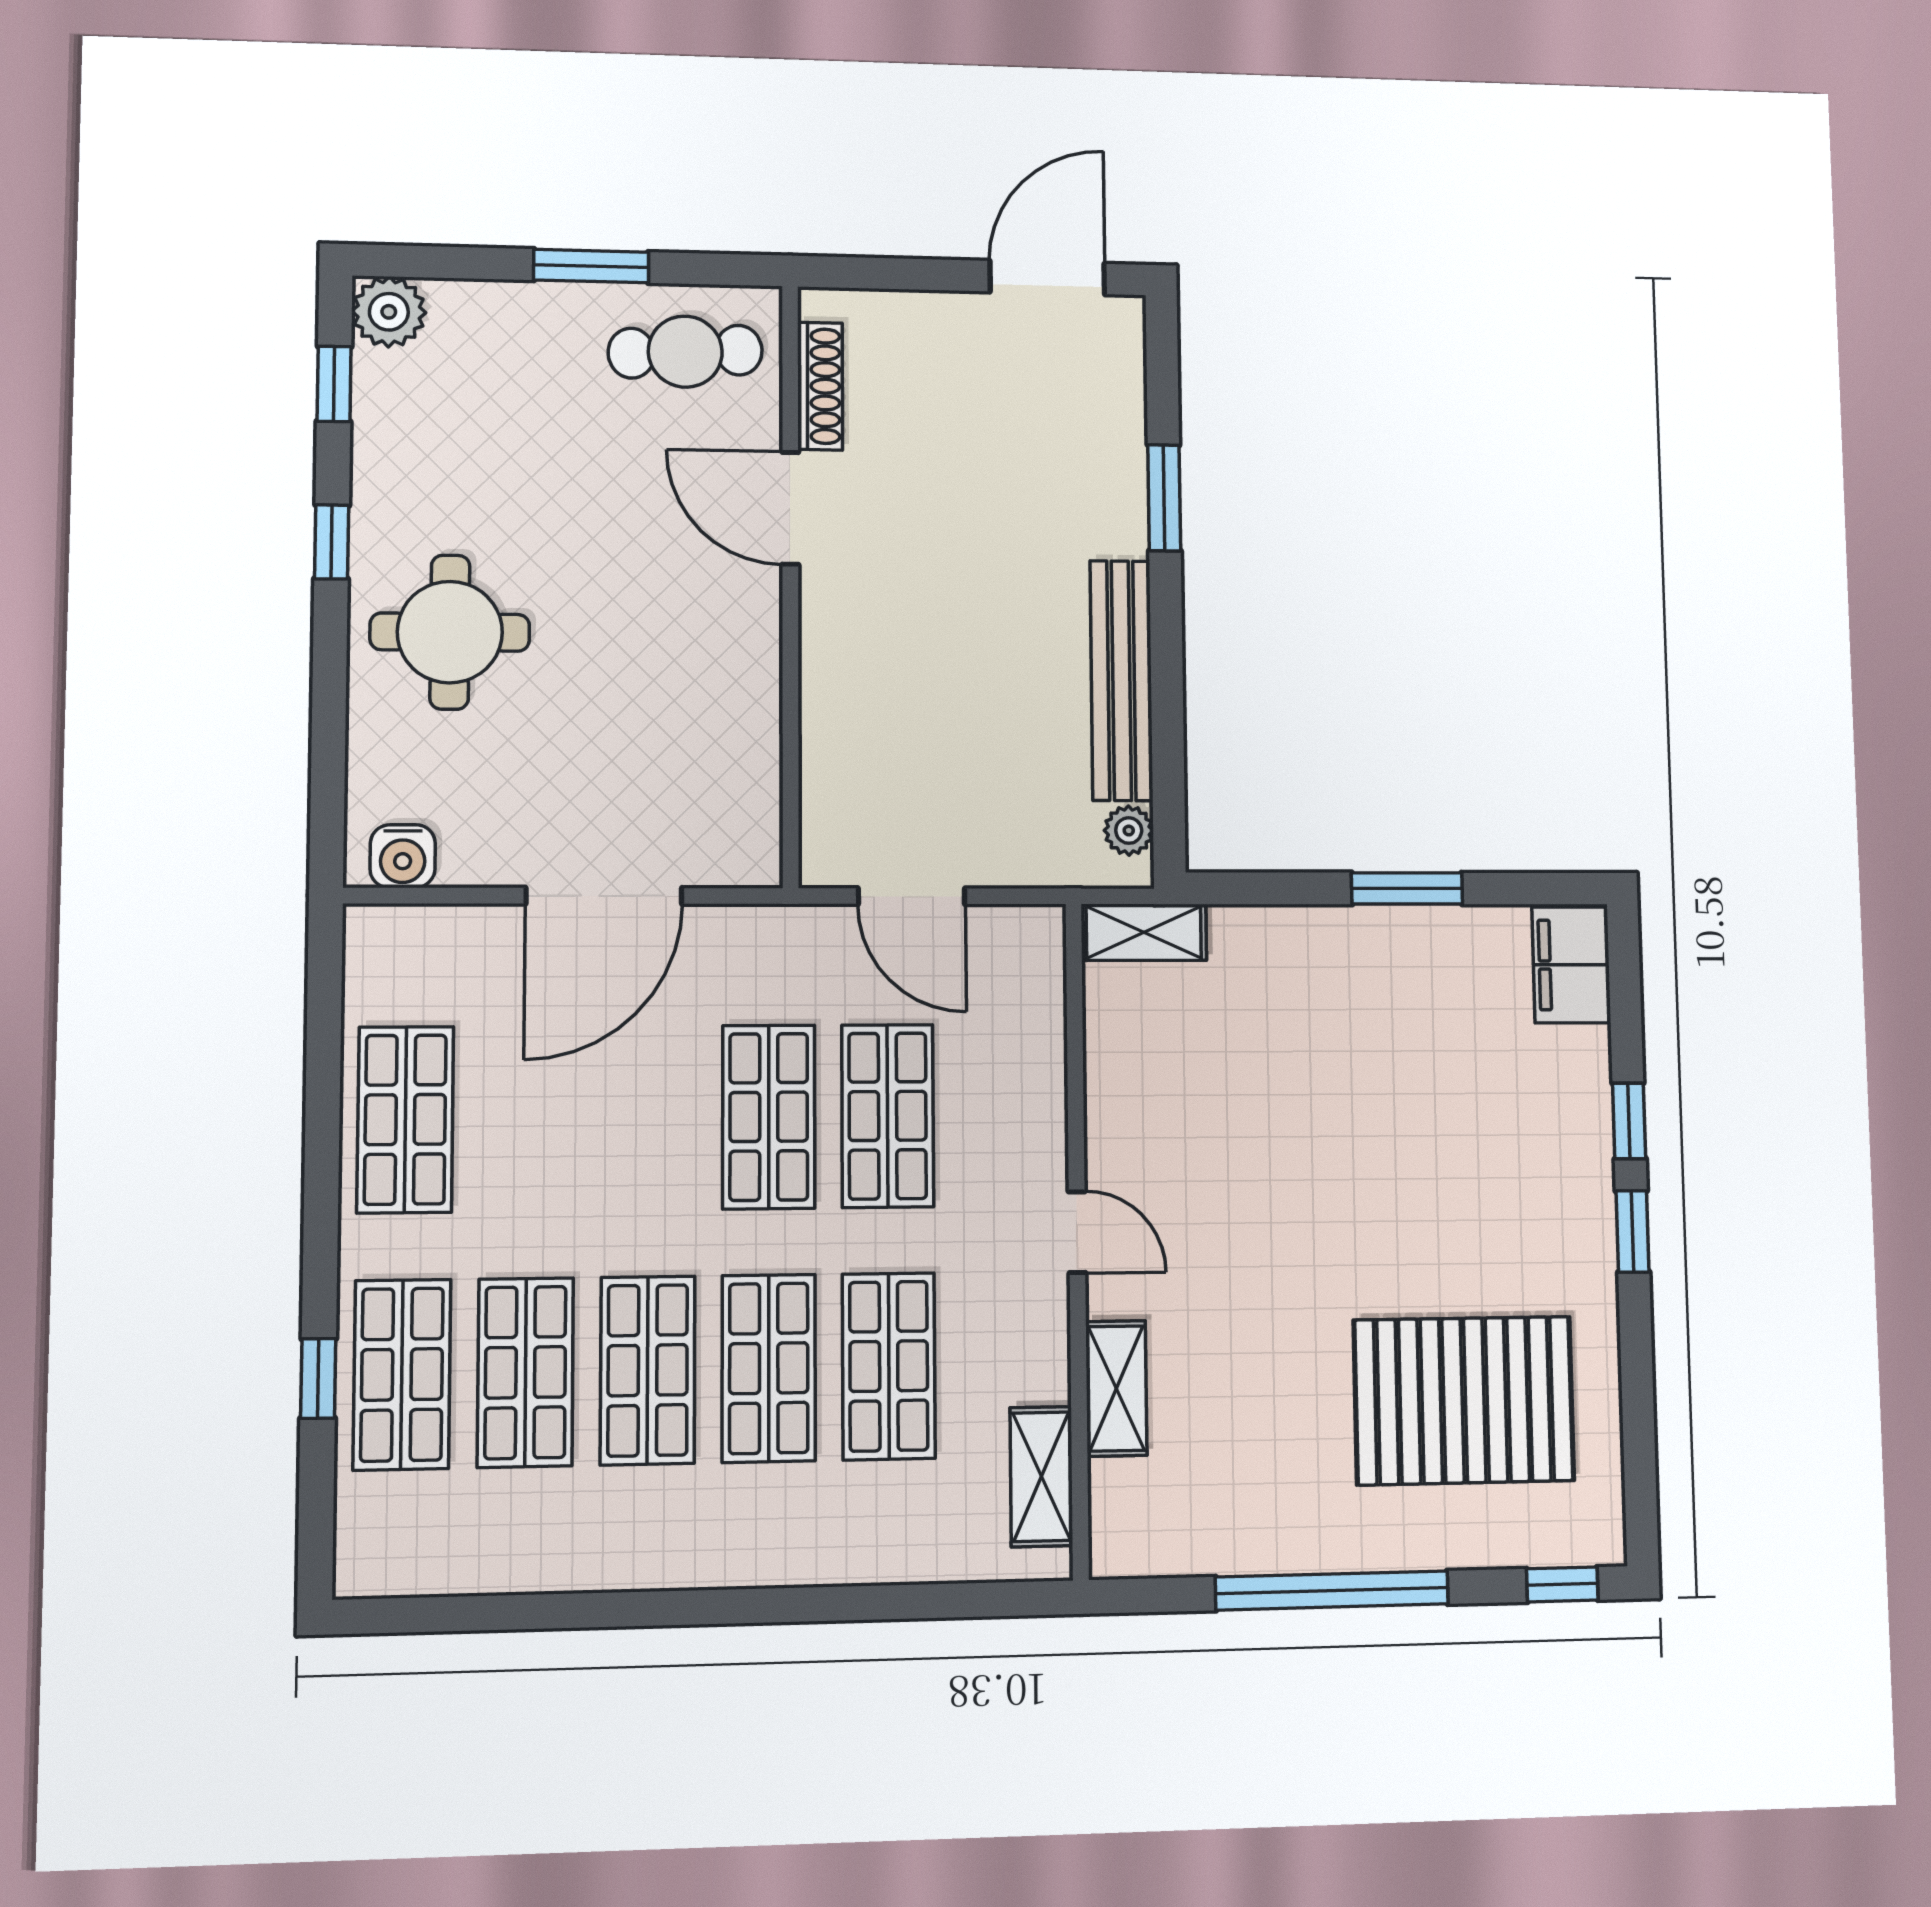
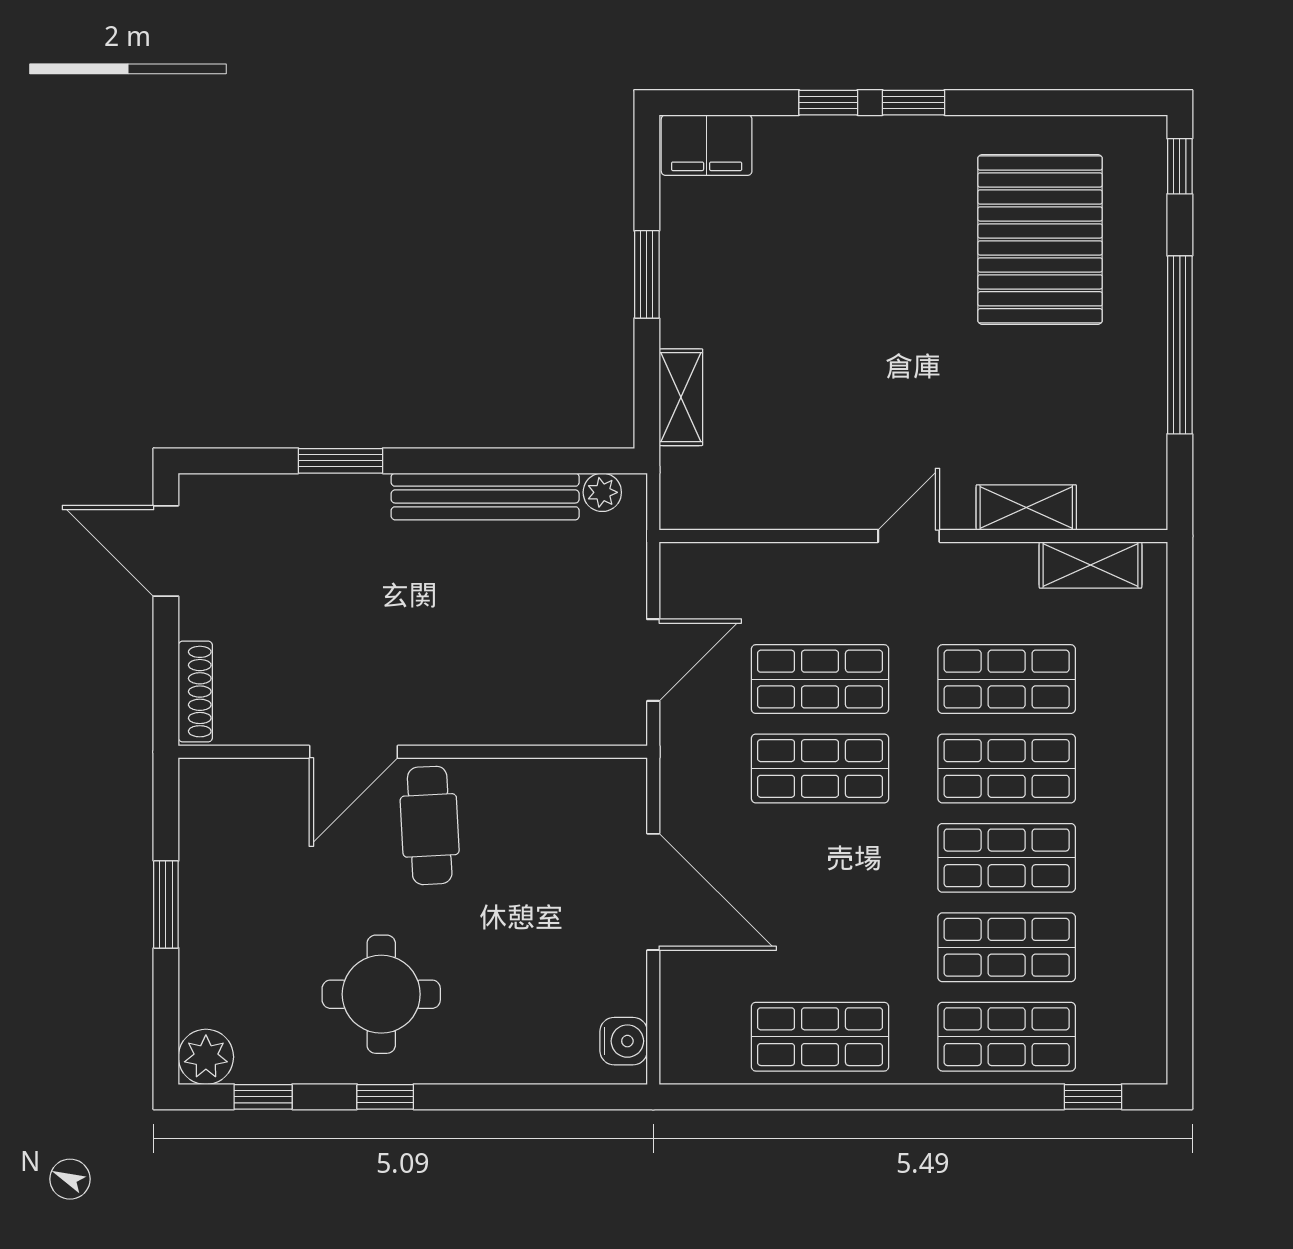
cafe table: (685, 352) -> (430, 825), moved
shoe rack: (820, 386) -> (195, 692), moved, turned 90
round table: (450, 632) -> (381, 994), moved
shelving: (1144, 932) -> (681, 397), moved
window: (318, 1378) -> (1093, 1097), moved

